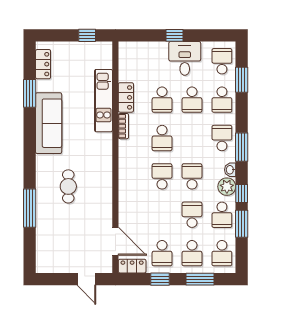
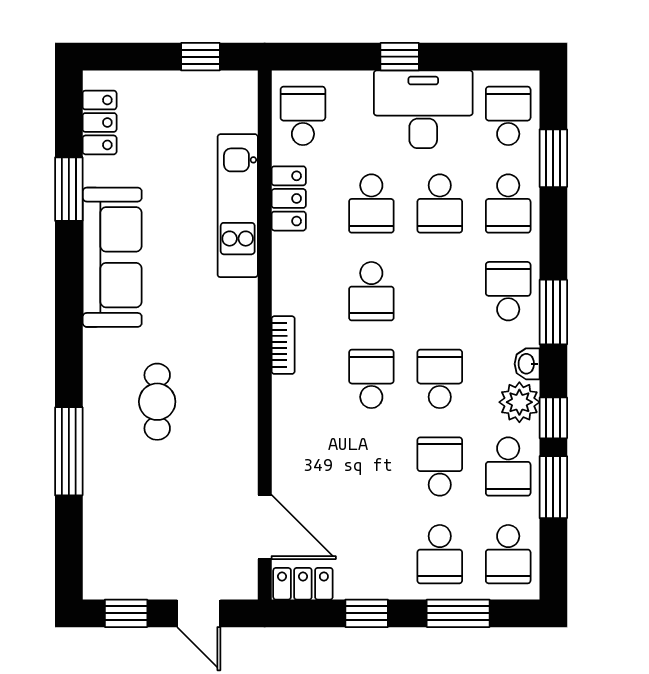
desk: (185, 58) -> (423, 109), width x1.37
bookcase: (123, 126) -> (283, 345), moved
school desk: (162, 253) -> (303, 116), moved, turned 180
window: (55, 279) -> (126, 613), added

